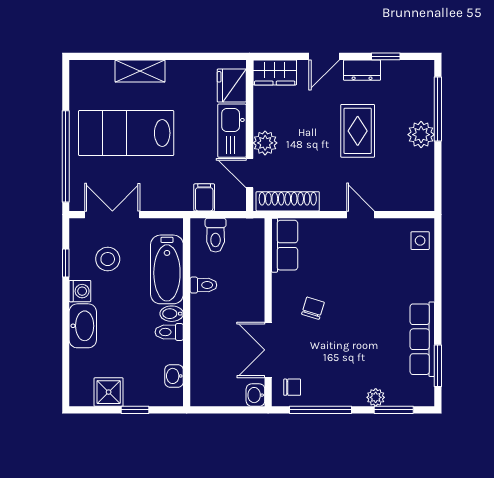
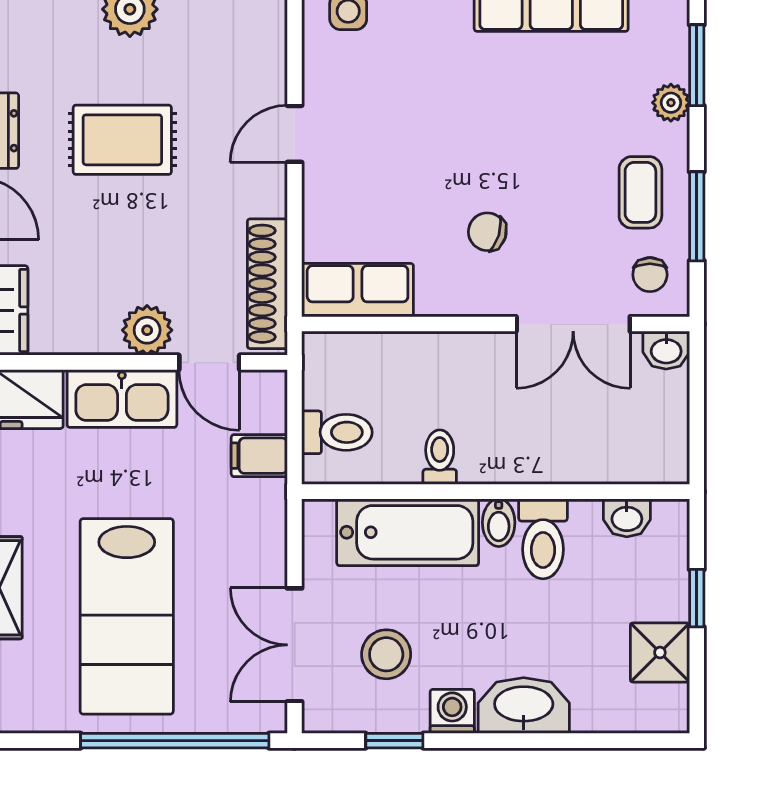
door: (250, 173) -> (209, 362), hinge flipped
toilet: (169, 332) -> (543, 539), width x1.37, depth x1.39
coffee table: (332, 383) -> (640, 192), added
chair: (292, 387) -> (650, 275), turned 180
window: (320, 410) -> (697, 216), width x0.69

